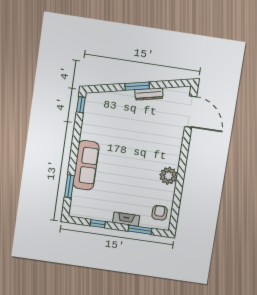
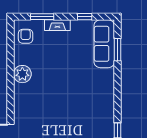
sofa: (86, 165) -> (104, 44), moved
armchair: (160, 213) -> (26, 36), turned 180

